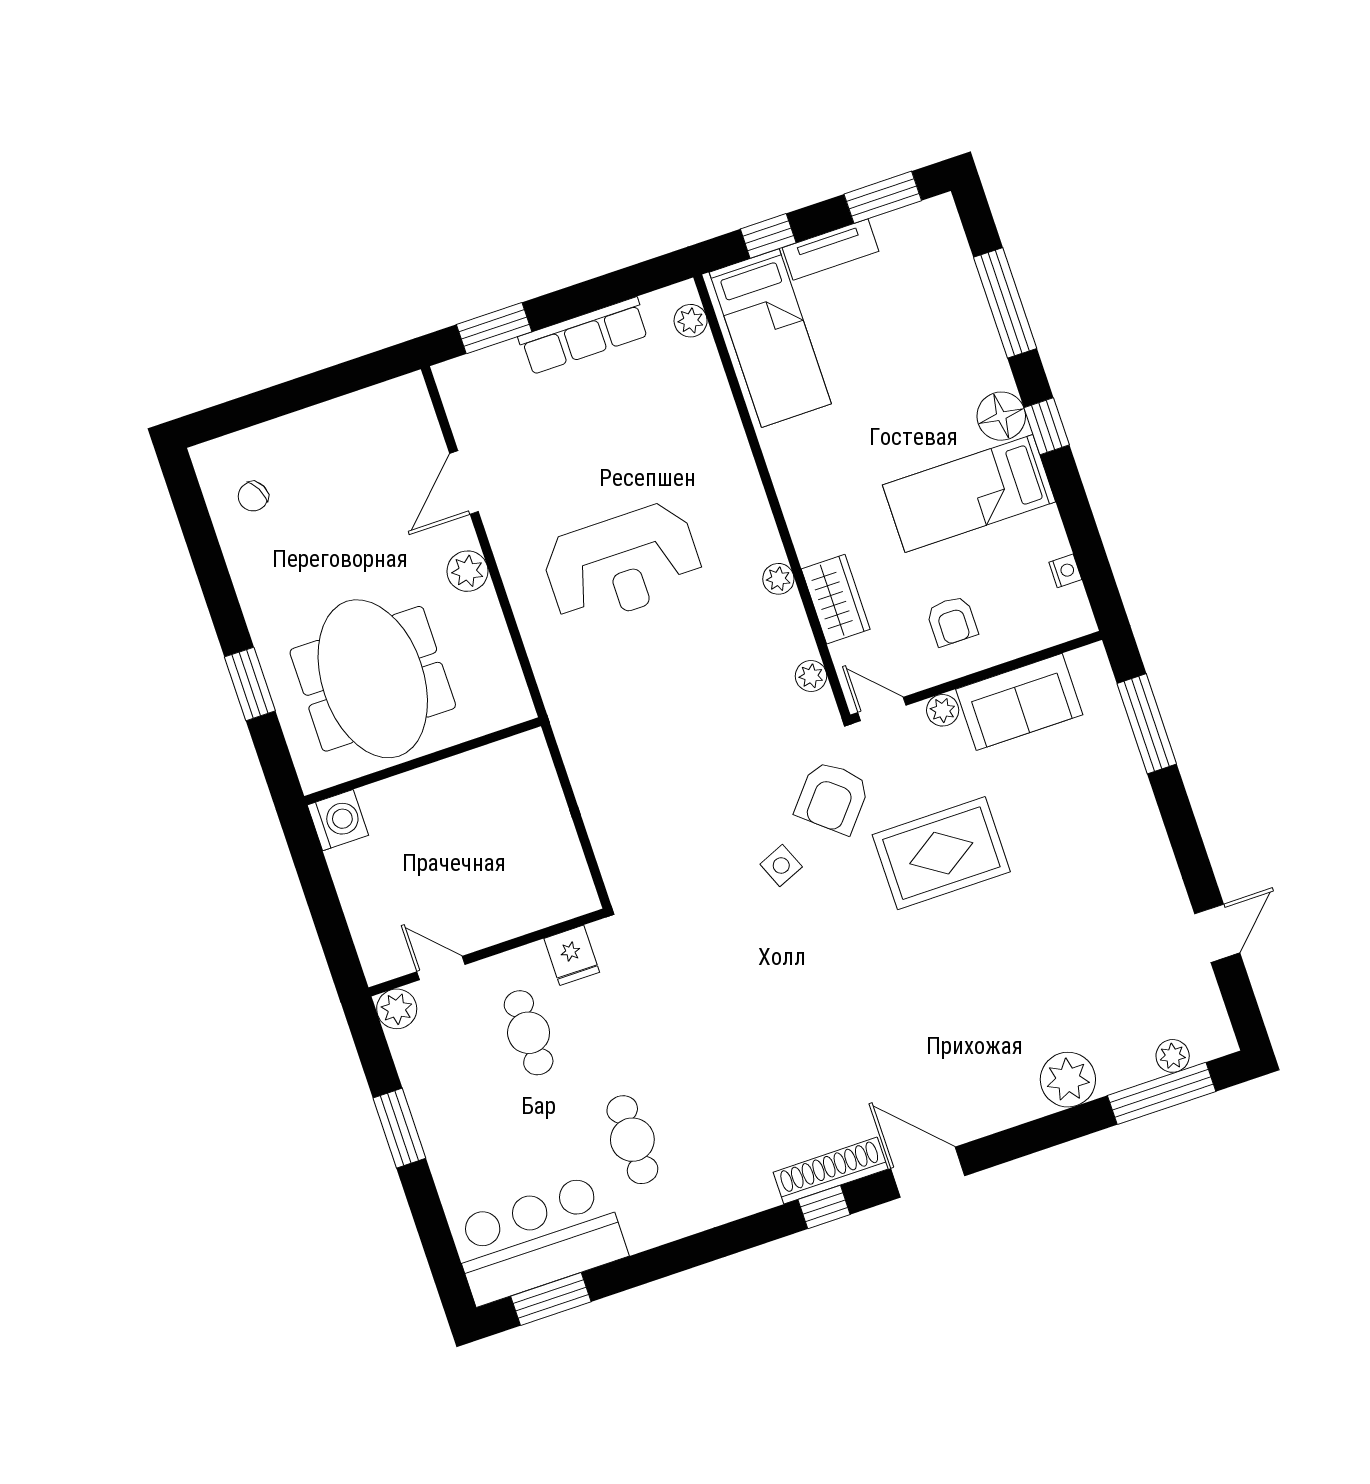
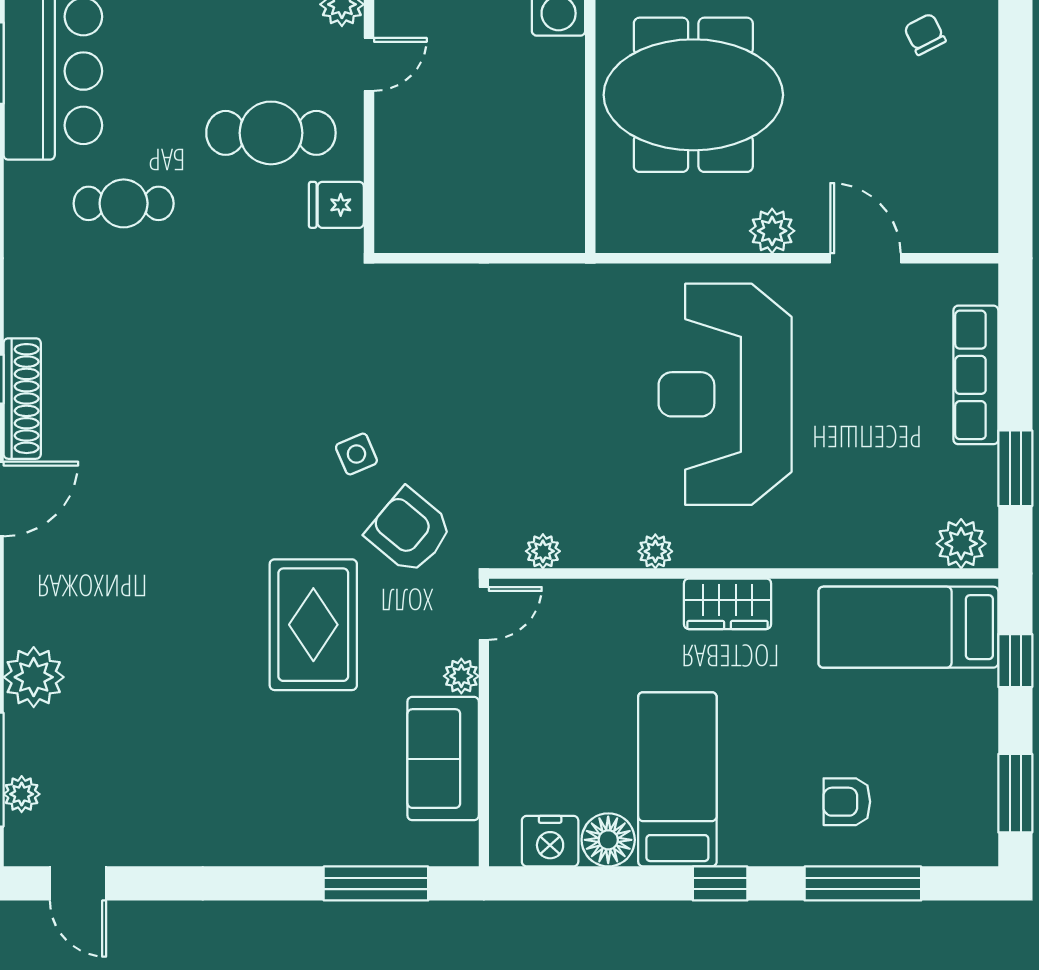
tv unit: (831, 250) -> (979, 721), removed
plant: (691, 321) -> (961, 544), width x1.38, depth x1.38
window: (494, 328) -> (1015, 468), moved
row of seats: (584, 336) -> (976, 375), moved
floor lamp: (1001, 416) -> (608, 840), moved
reception desk: (622, 564) -> (725, 394), width x1.36, depth x1.30
nightstand: (1065, 571) -> (550, 841), width x1.89, depth x1.79
wardrobe: (836, 599) -> (727, 604), moved
armchair: (952, 621) -> (847, 802), moved
door: (1217, 933) -> (78, 883), moved
cafe table: (529, 1033) -> (271, 133), width x1.37, depth x1.35

